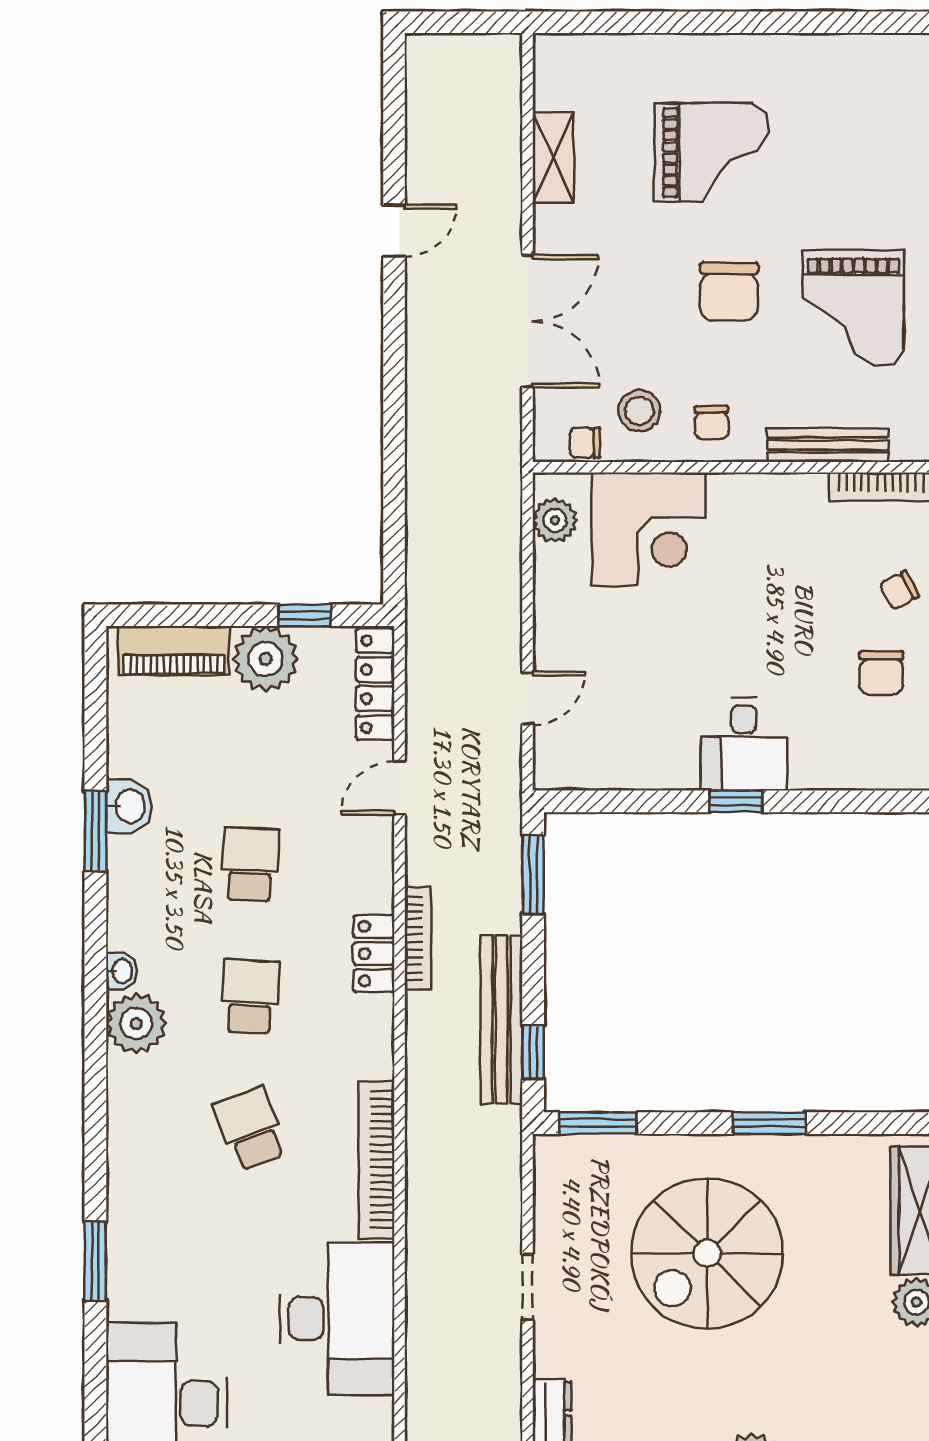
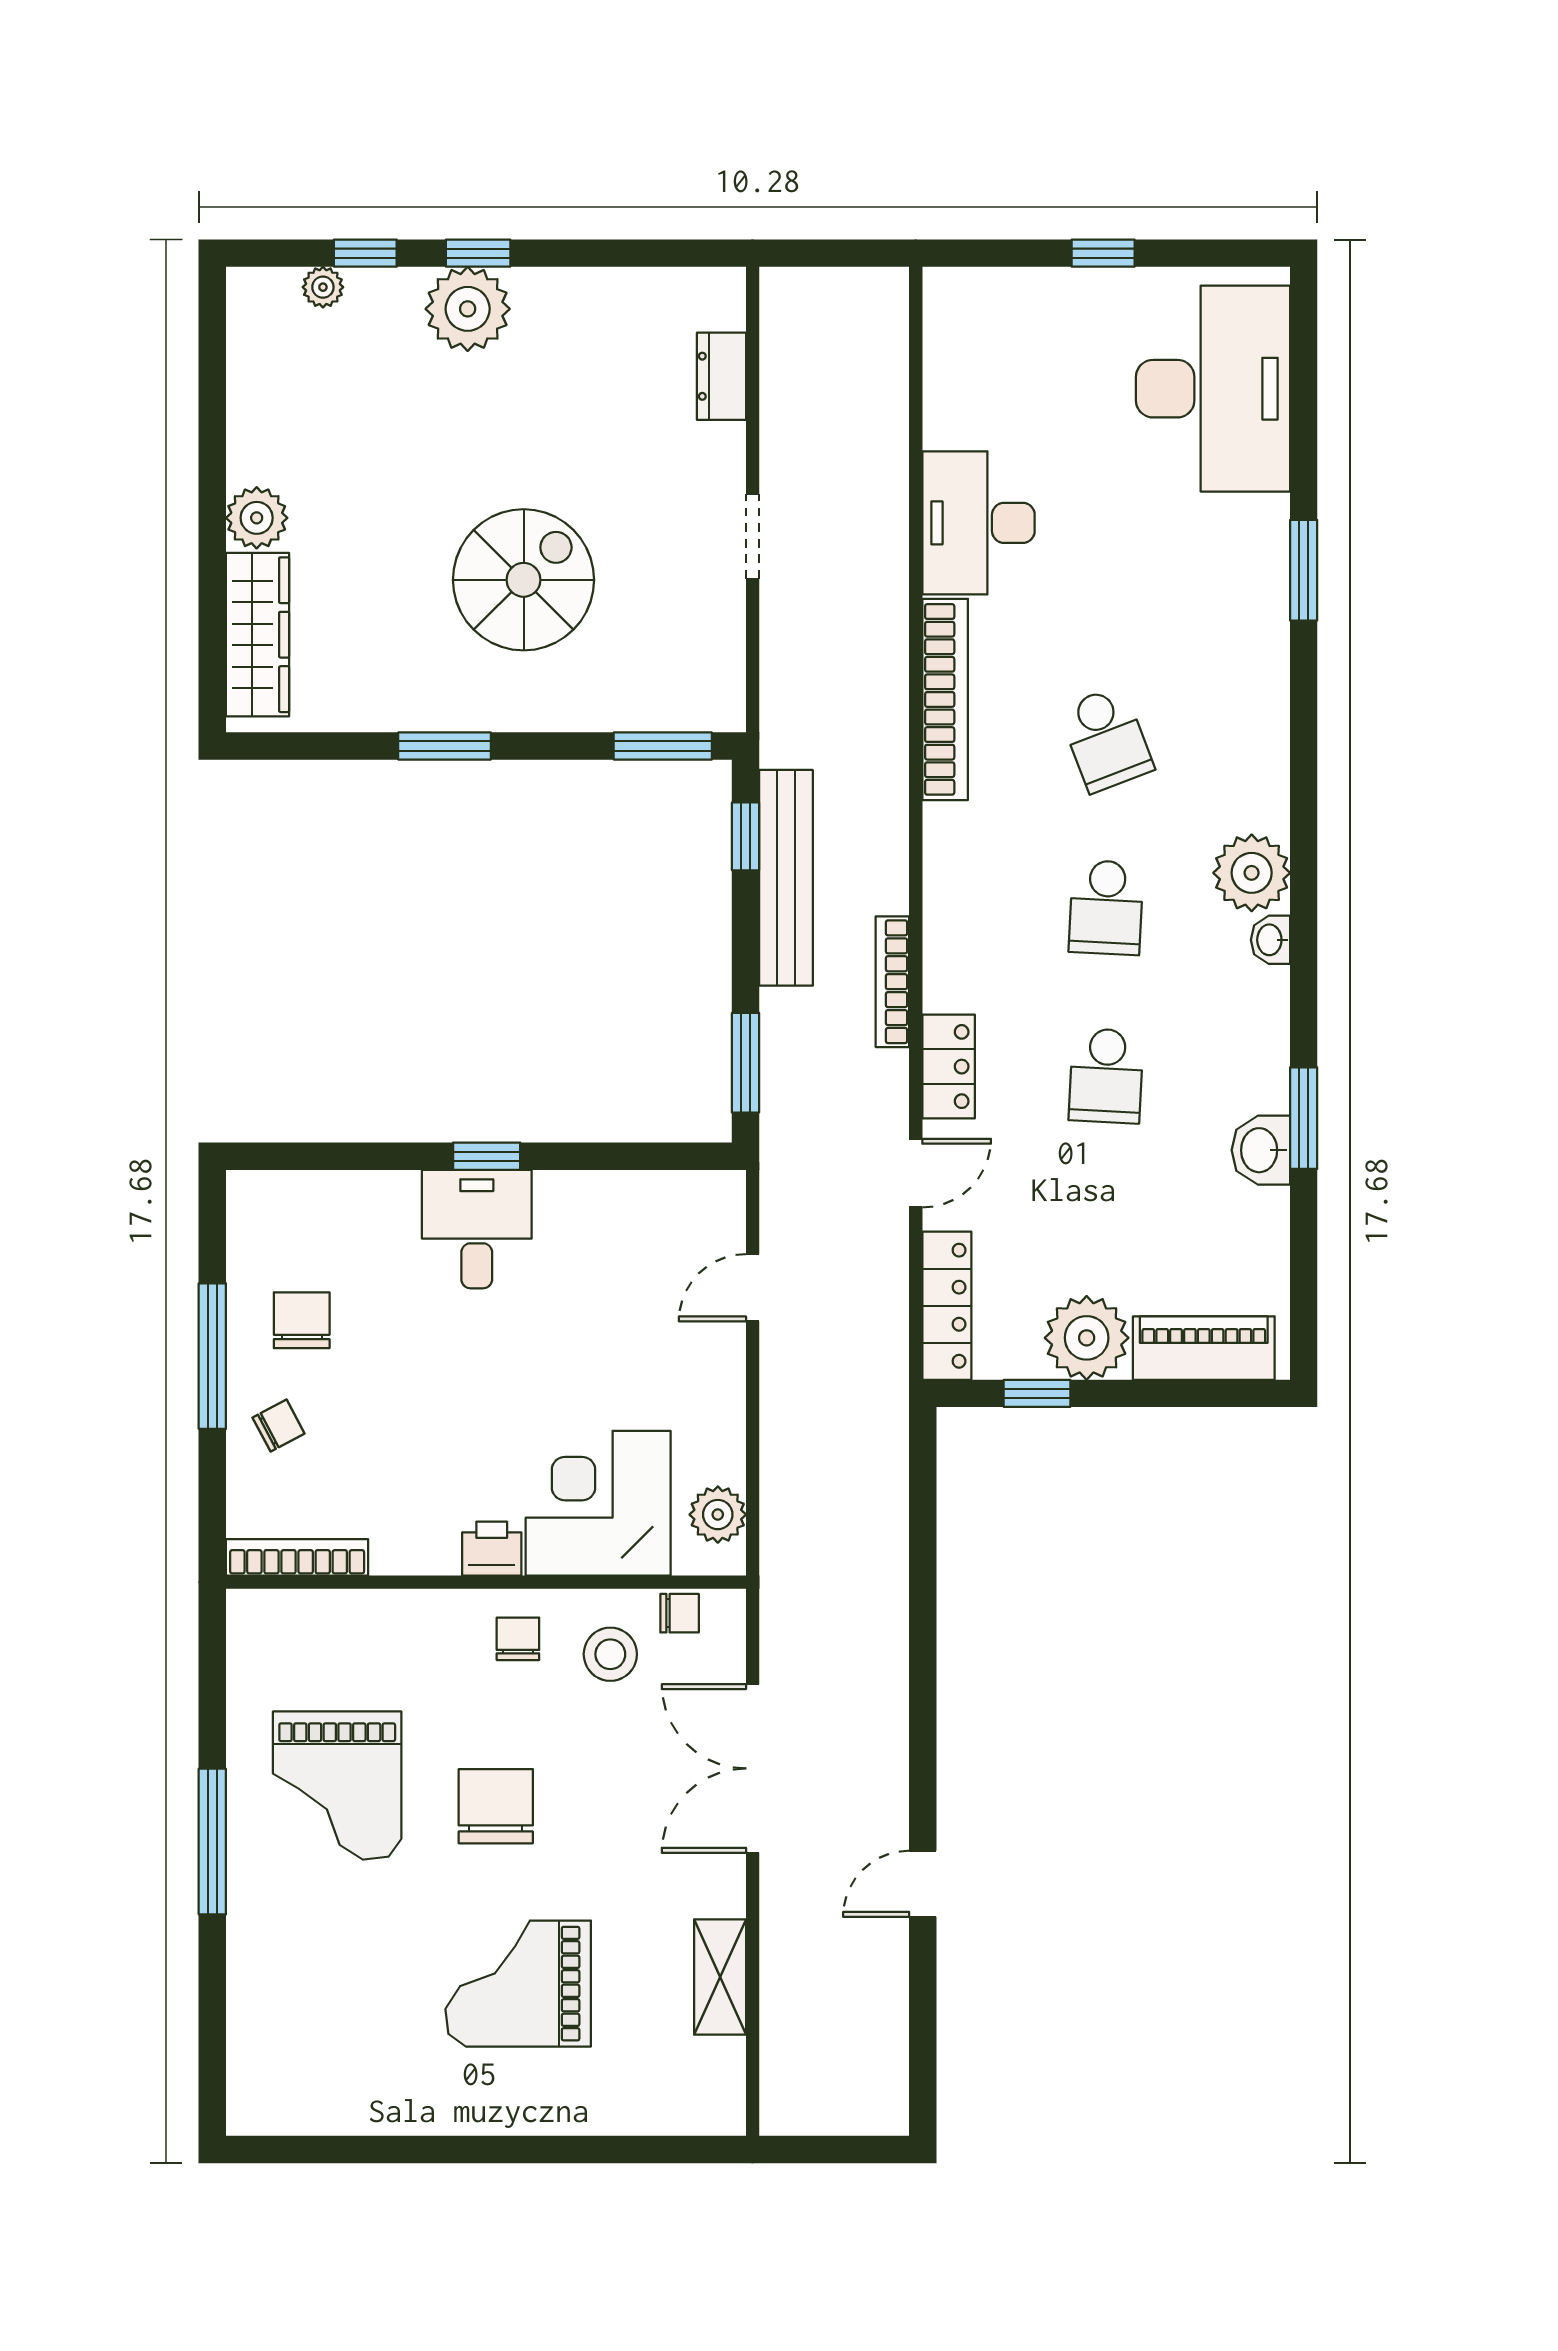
grand piano: (853, 308) -> (337, 1786), turned 180
bench: (828, 445) -> (370, 1610), removed
printer: (732, 494) -> (492, 1549), added
locker: (374, 954) -> (949, 1067), moved
spiral stairs: (707, 1253) -> (524, 580), width x0.73, depth x0.73
desk: (337, 1319) -> (979, 523), width x0.73, depth x0.77

